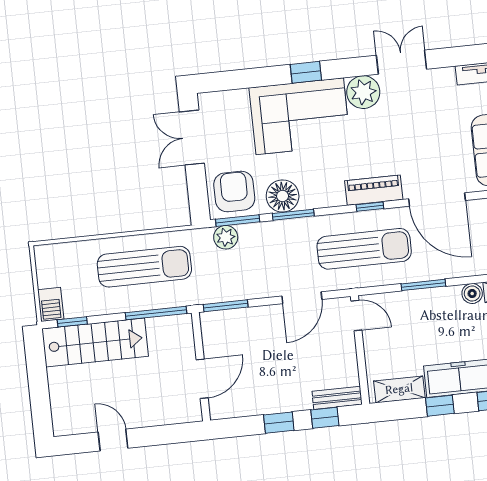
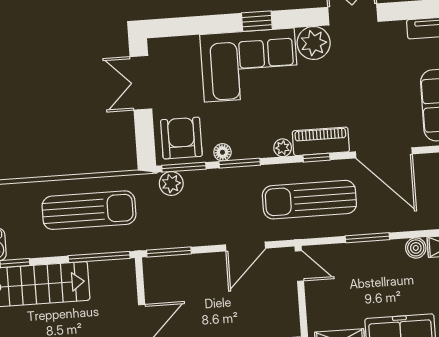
floor lamp: (283, 196) -> (222, 152), width x0.53, depth x0.53
plant: (336, 198) -> (283, 148), added
sun lounger: (364, 249) -> (309, 200), turned 180

